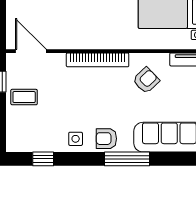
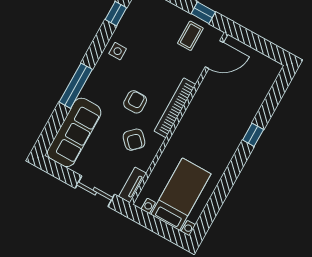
coffee table: (24, 97) -> (190, 36), moved
armchair: (106, 139) -> (135, 102), moved

